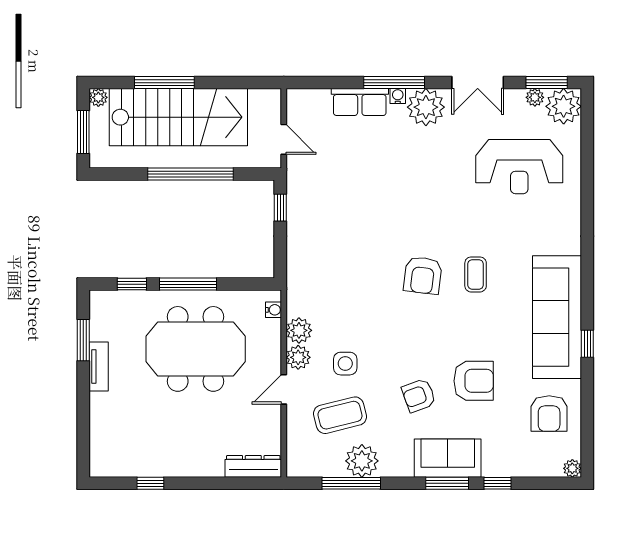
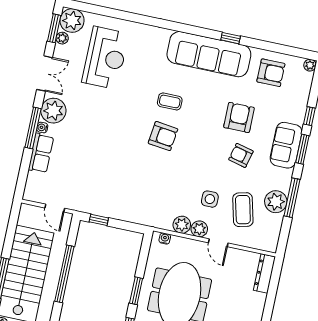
door: (284, 139) -> (55, 208), swing flipped
window: (188, 284) -> (136, 291), width x0.69
armchair: (419, 395) -> (241, 155), turned 124
window: (351, 483) -> (292, 198), moved

